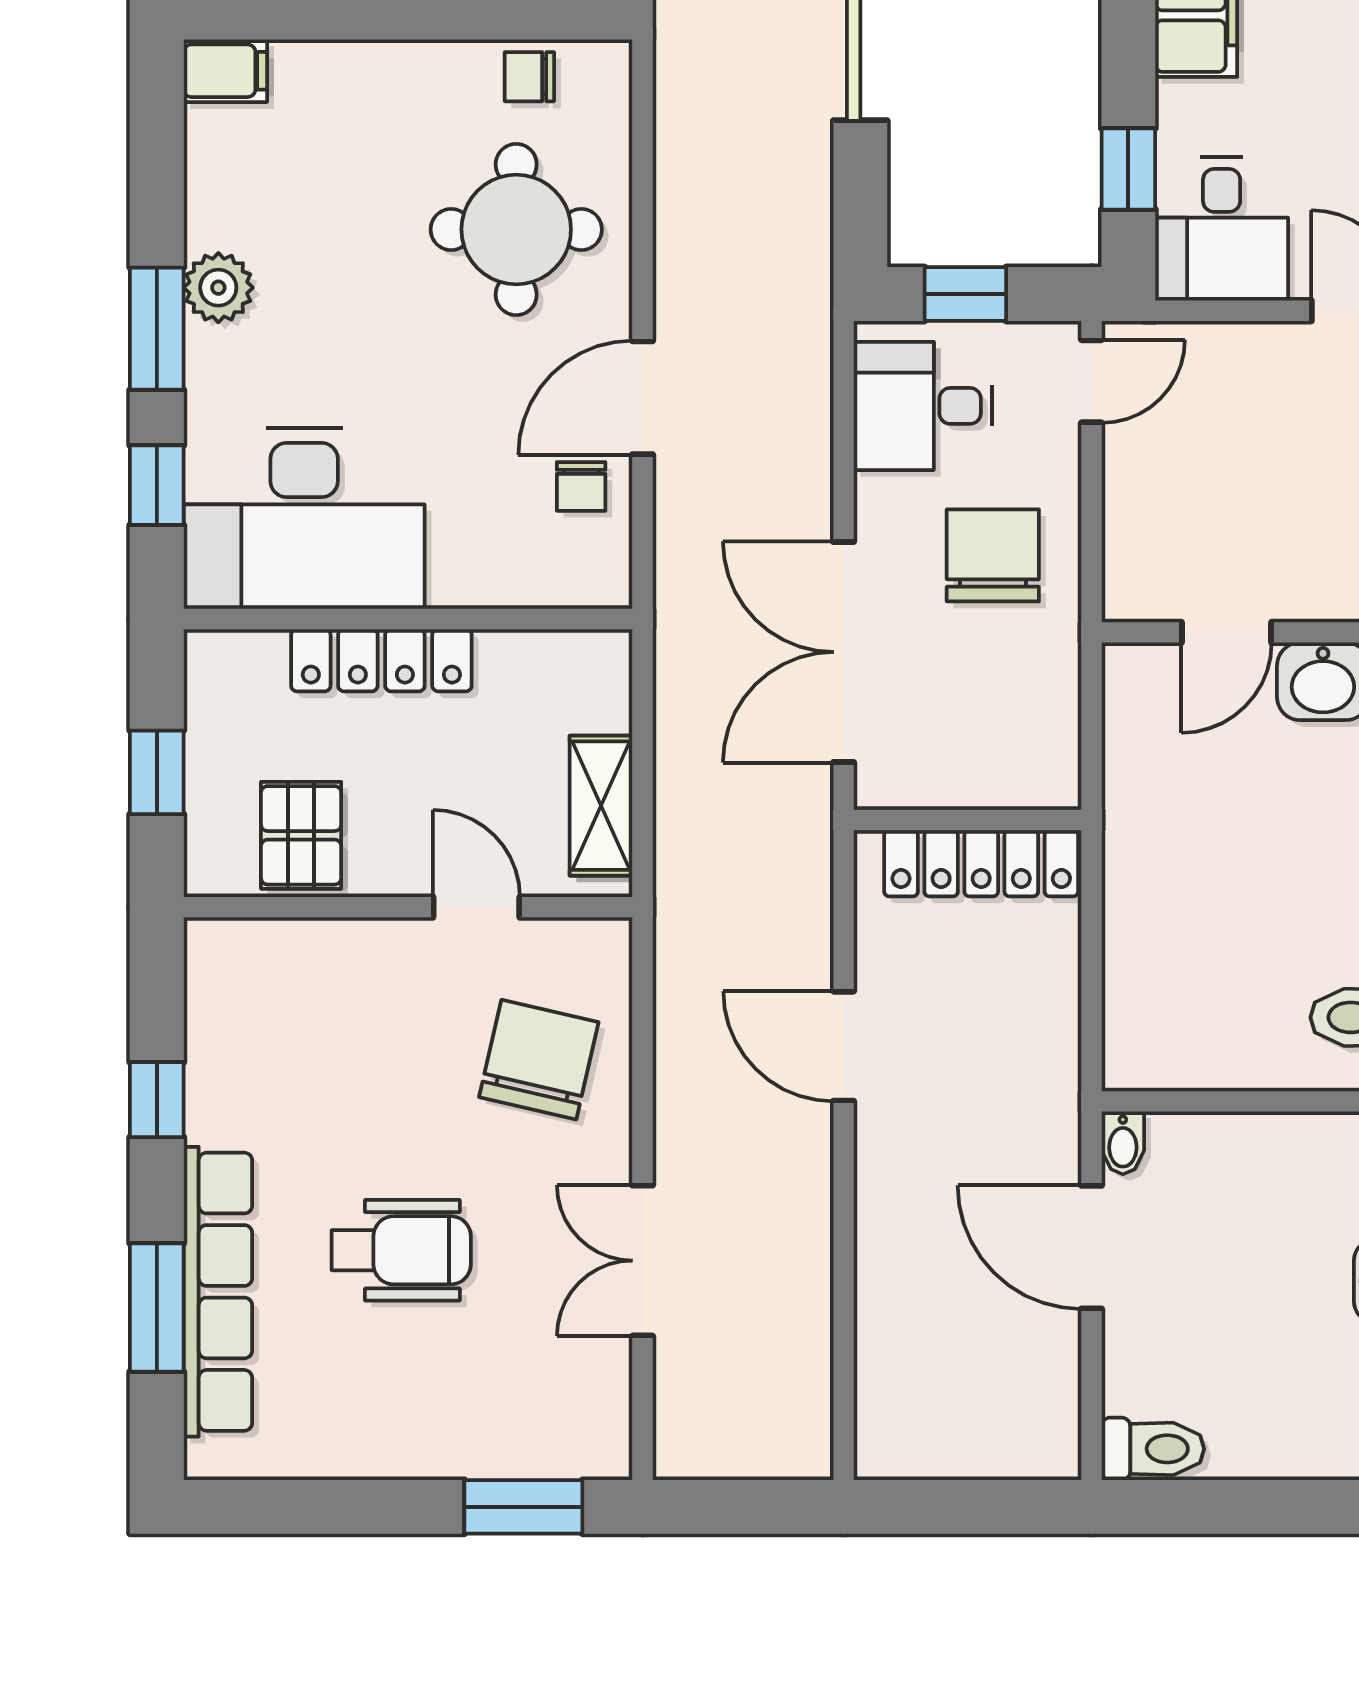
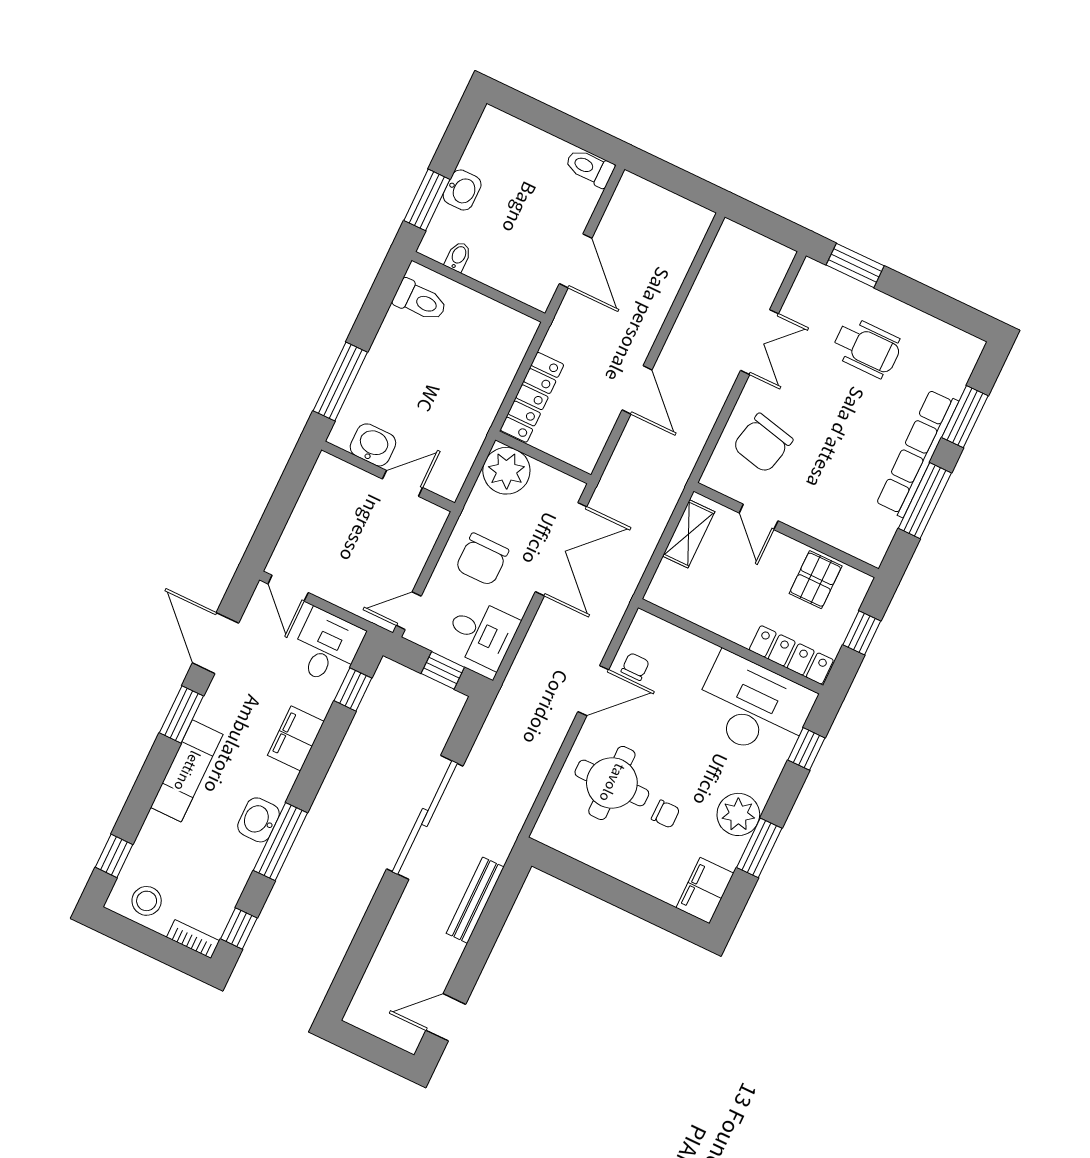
filing cabinet: (225, 71) -> (705, 891), width x2.00
chair: (529, 77) -> (666, 814), moved
plant: (218, 288) -> (738, 814), width x1.36, depth x1.36
window: (157, 329) -> (759, 848), moved
locker: (381, 660) -> (791, 655), moved
plant: (1029, 758) -> (506, 471), added
locker: (981, 863) -> (532, 397), moved, turned 90
window: (157, 1100) -> (925, 501), width x2.17
bidet: (1123, 1143) -> (458, 257), moved
wheelchair: (401, 1250) -> (867, 348), moved, turned 180
row of seats: (218, 1292) -> (917, 453), moved

